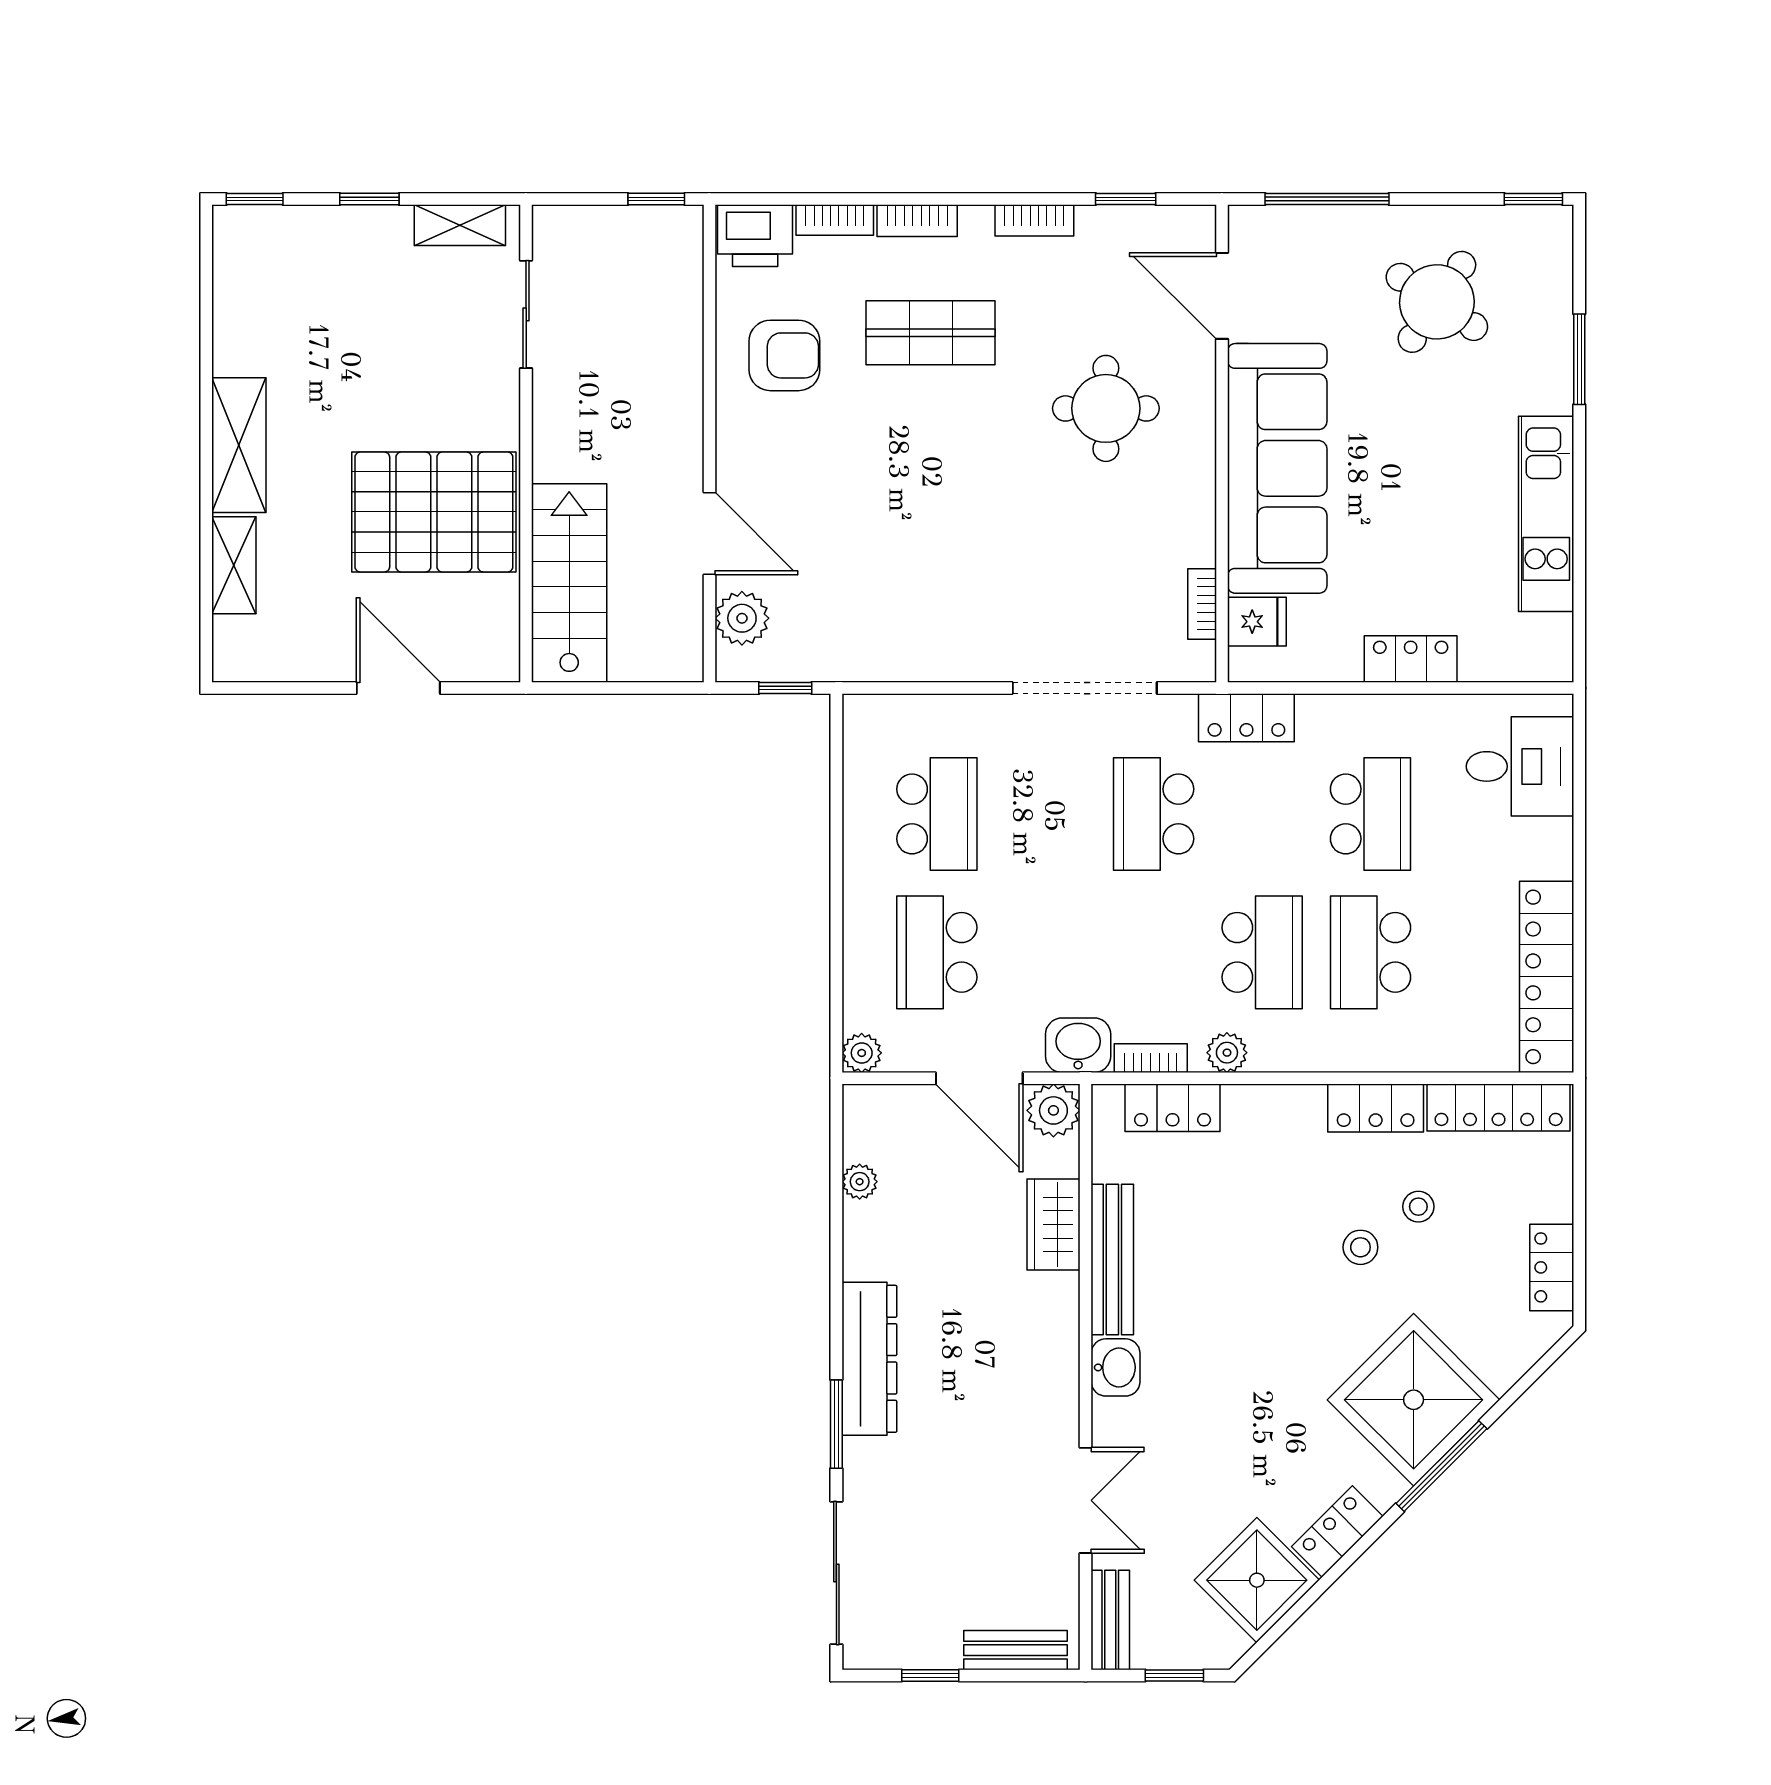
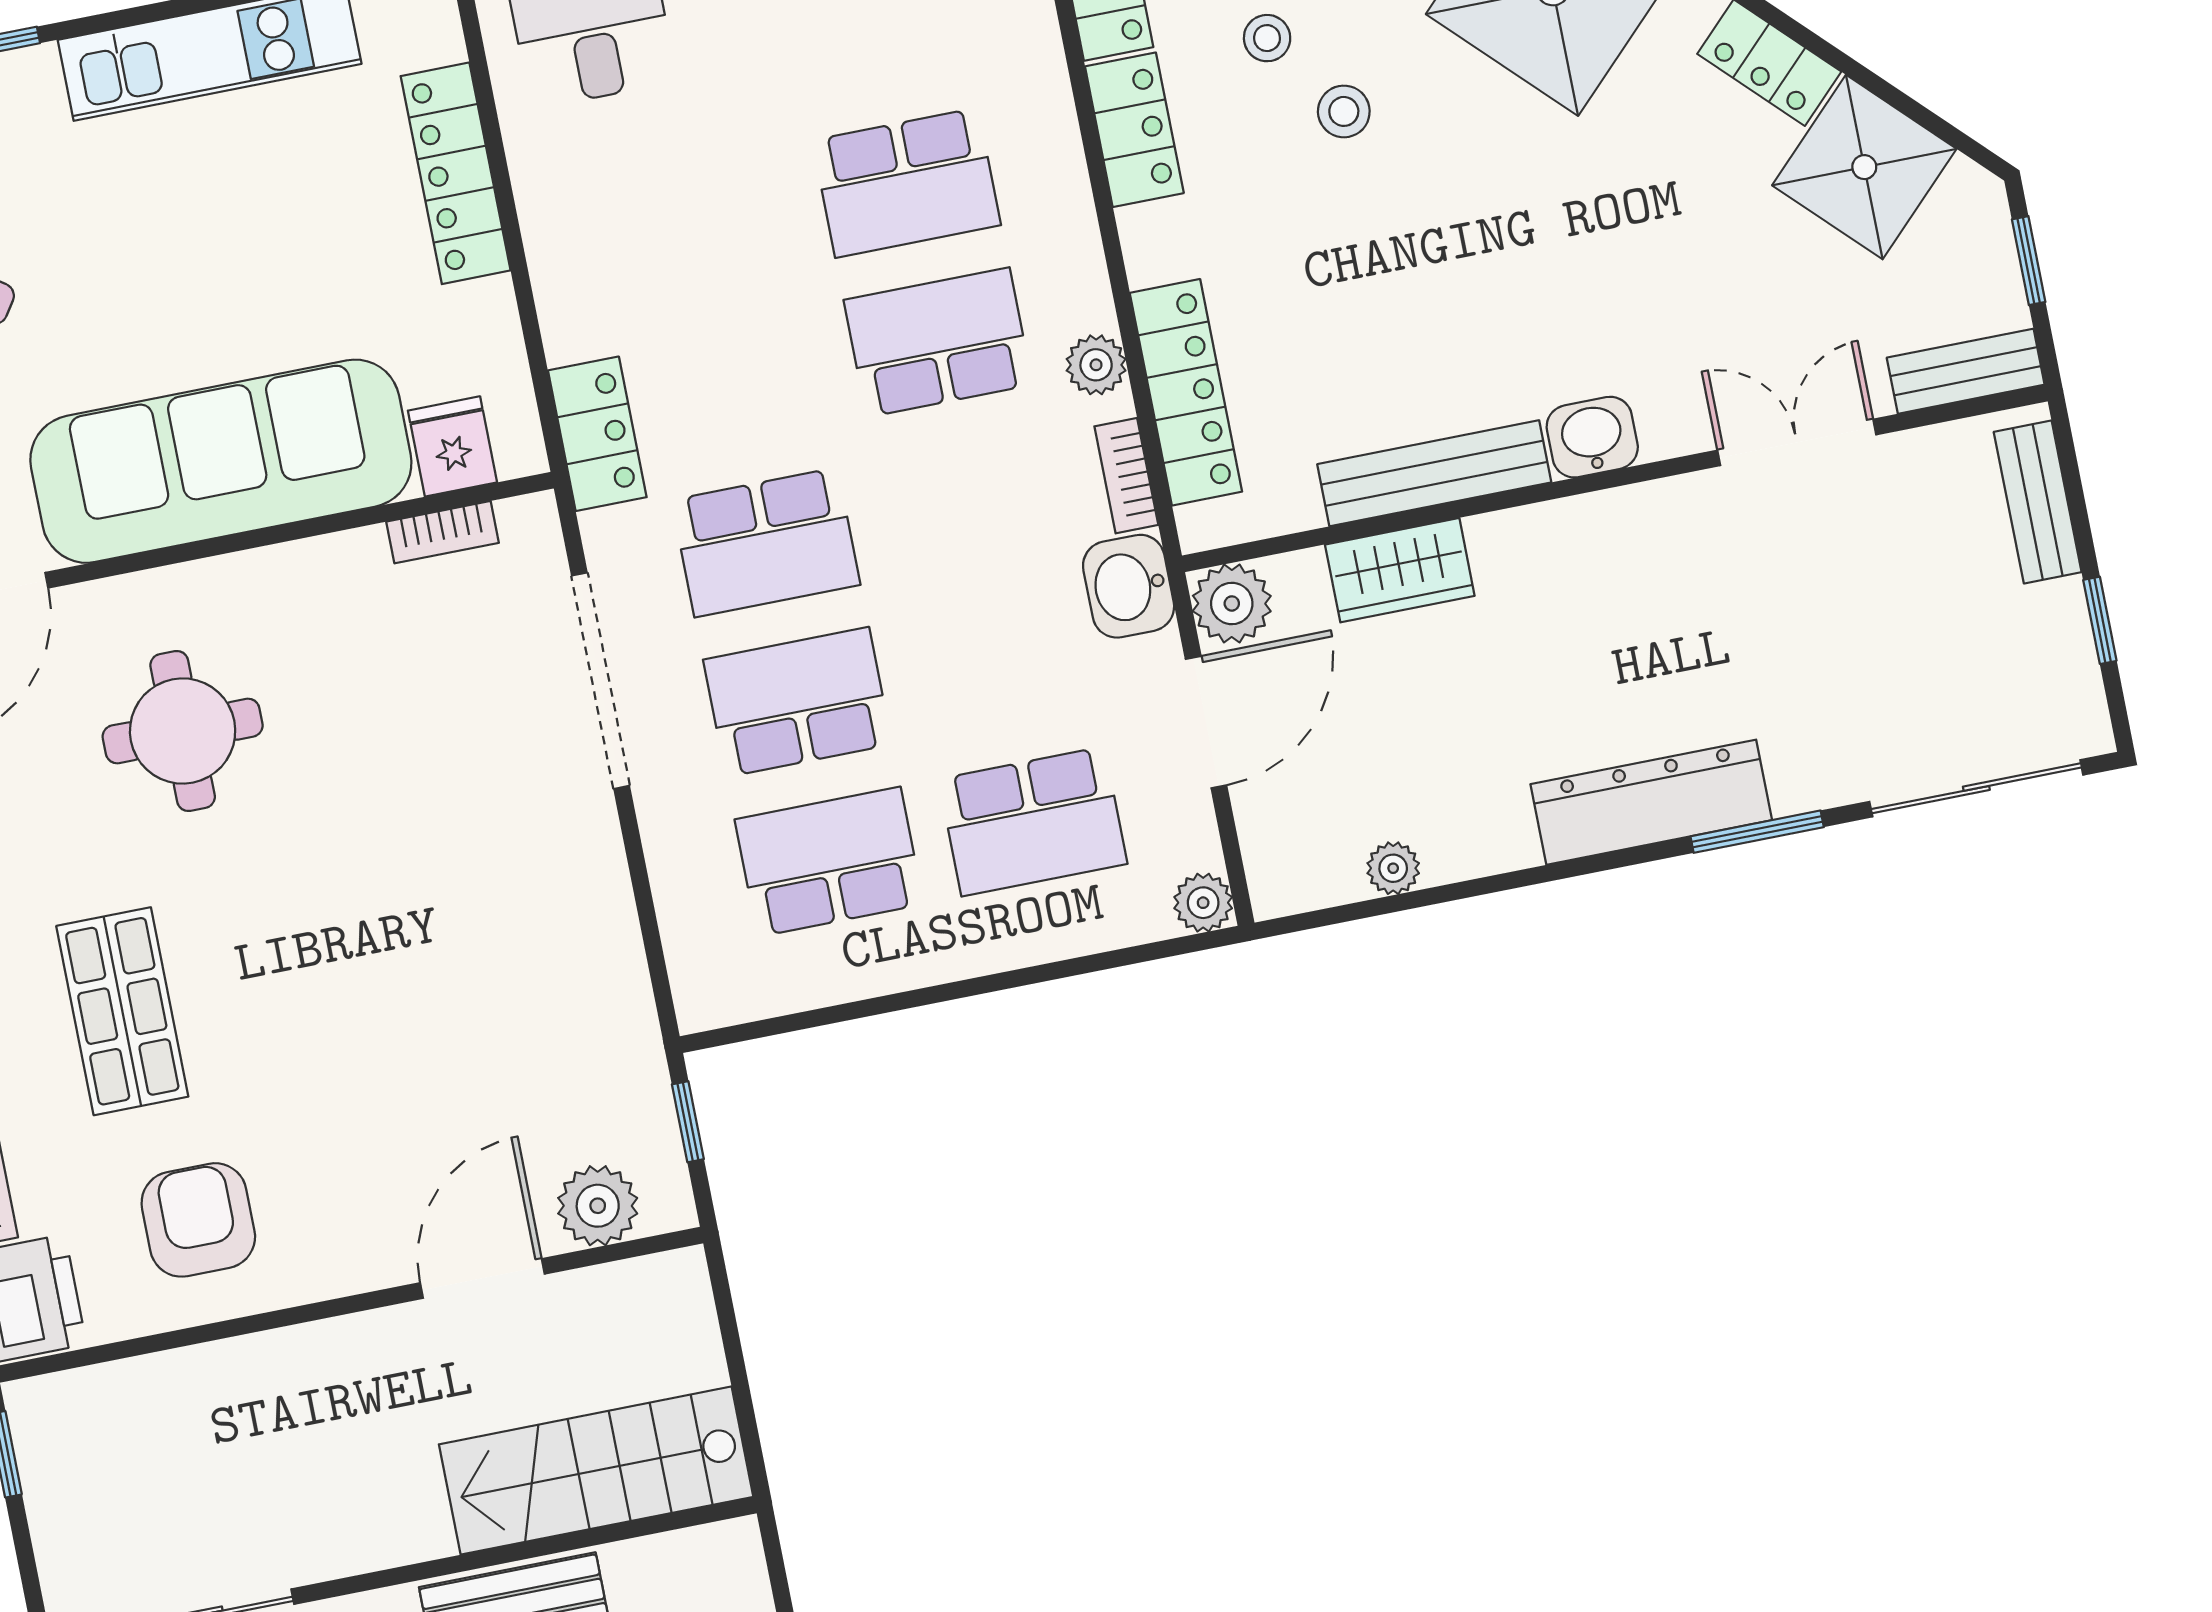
locker: (1411, 659) -> (456, 173), width x1.53
school desk: (1370, 814) -> (798, 702), moved
locker: (1173, 1108) -> (1186, 392), width x1.53

